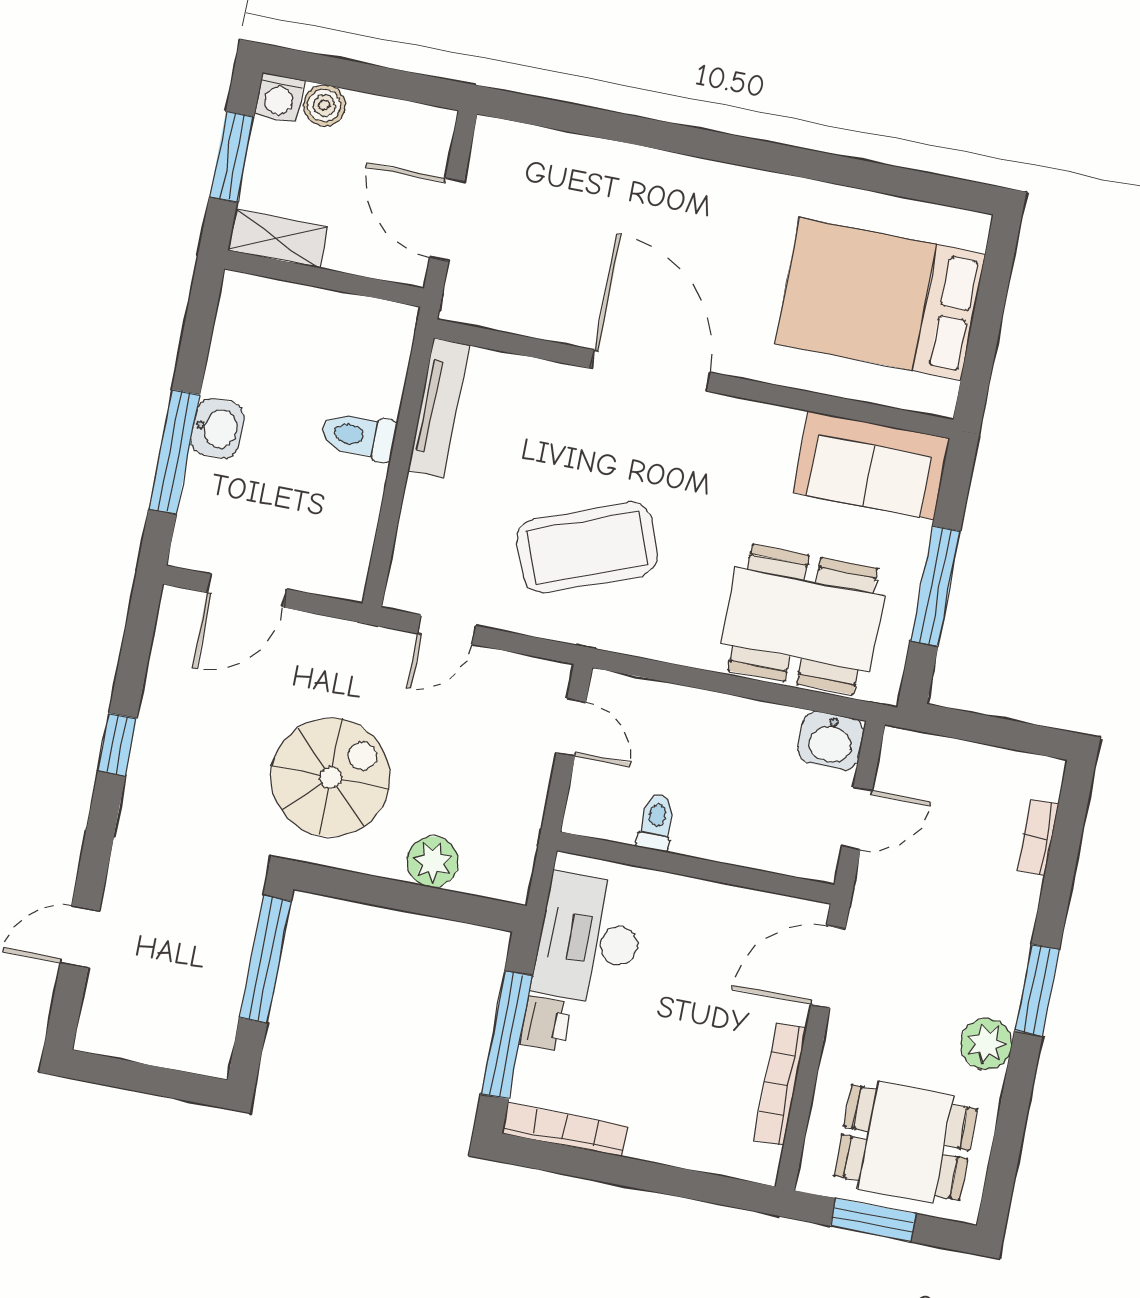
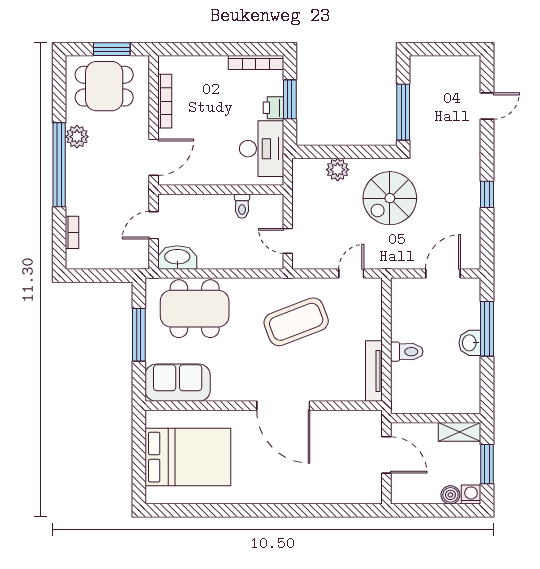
washbasin: (831, 741) -> (177, 257), width x1.38
window: (1037, 990) -> (59, 165), width x2.11
window: (507, 1035) -> (290, 99), width x0.69

